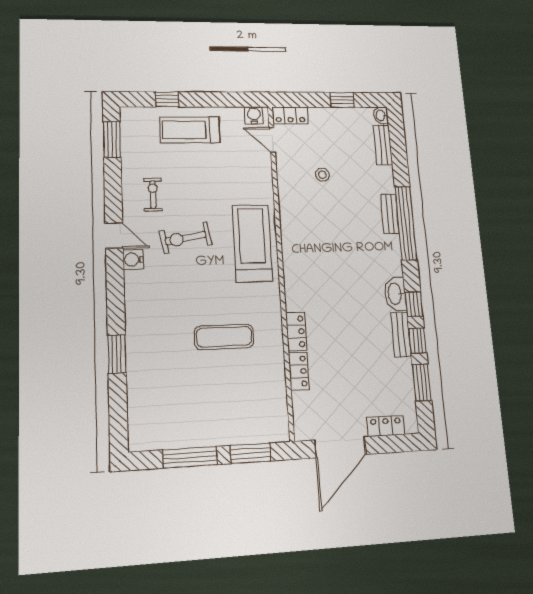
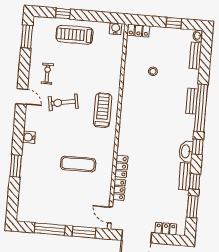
door: (272, 140) -> (110, 215), moved
treadmill: (252, 243) -> (103, 110), width x0.73, depth x0.73
water cooler: (133, 260) -> (29, 137), moved
window: (414, 304) -> (198, 147), moved

